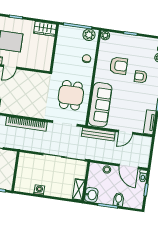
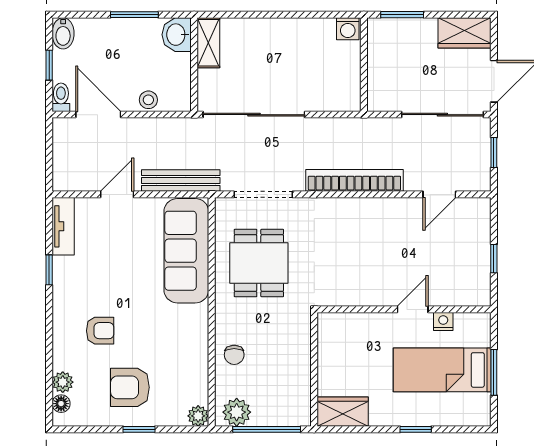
armchair: (119, 66) -> (130, 387), moved
washing machine: (39, 190) -> (348, 29), moved
bidet: (119, 199) -> (63, 33), moved

